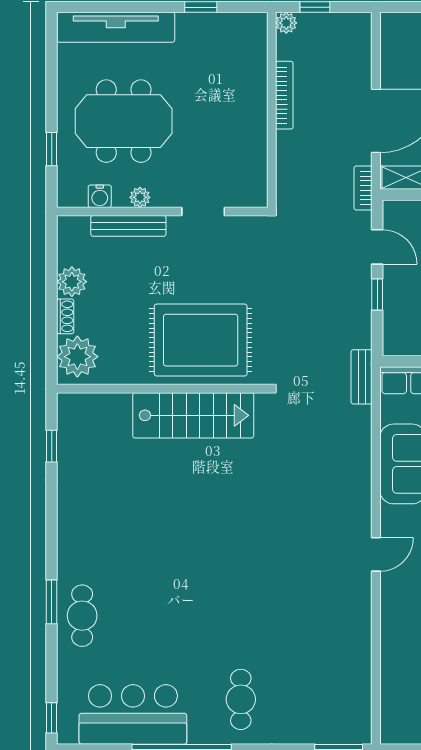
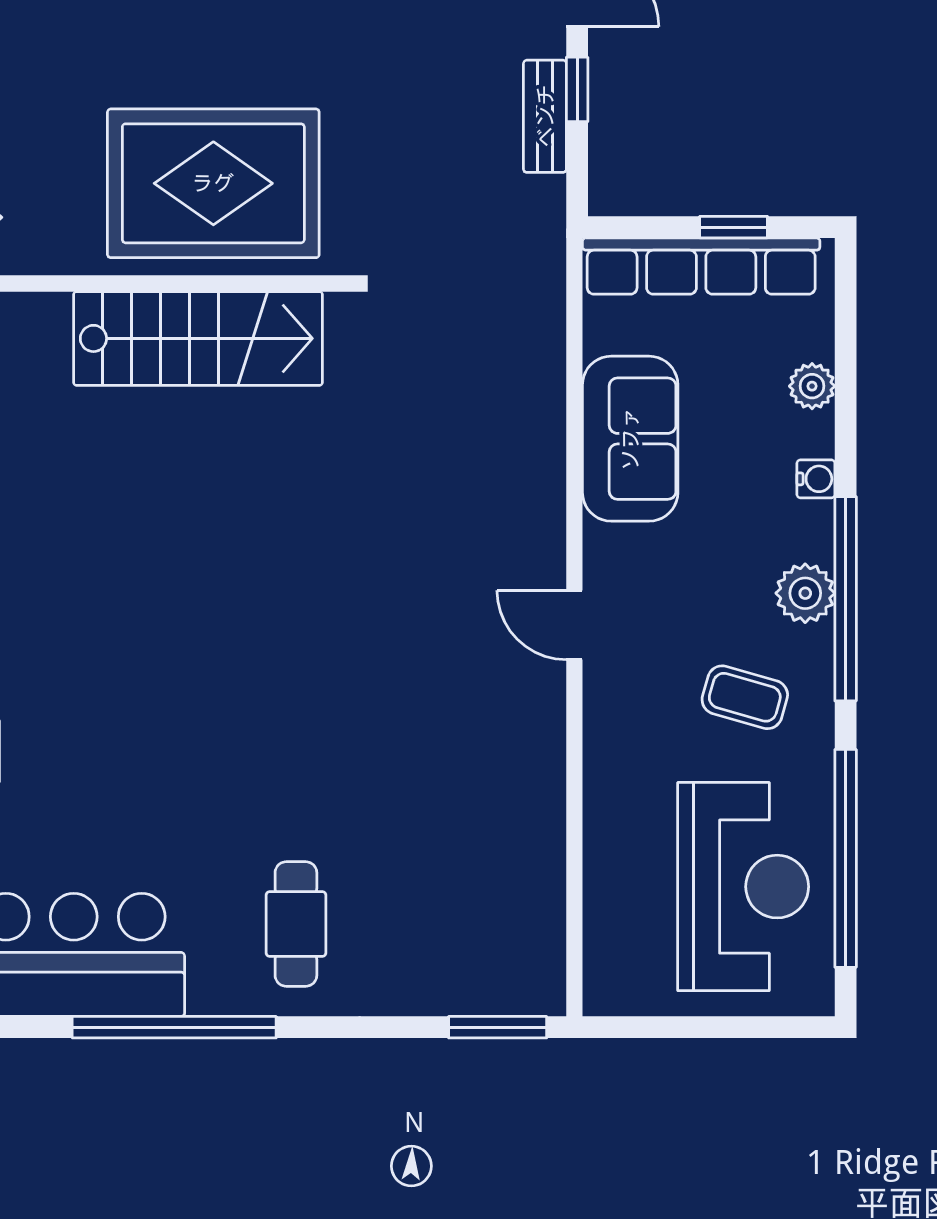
bench: (362, 377) -> (545, 116), moved
door: (376, 554) -> (574, 625), swing flipped

